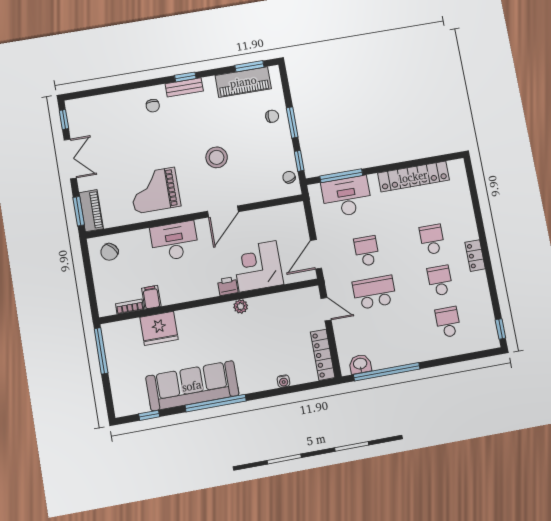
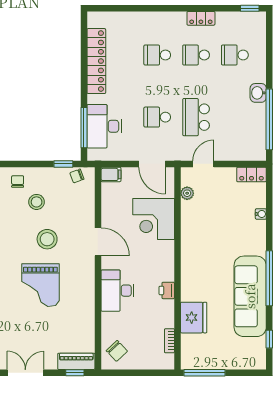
window: (292, 122) -> (27, 164), removed
stool: (254, 140) -> (37, 202), added
grand piano: (155, 190) -> (40, 285), moved
window: (79, 211) -> (75, 373), width x0.67
locker: (475, 256) -> (201, 18), moved
printer: (228, 286) -> (167, 290), moved
filing cabinet: (151, 297) -> (111, 174), moved, turned 180
plant: (241, 306) -> (187, 193), moved
locker: (323, 355) -> (252, 174), width x0.66
washbasin: (360, 364) -> (258, 93), moved

